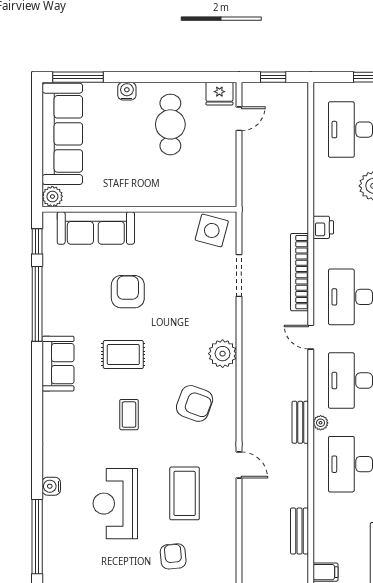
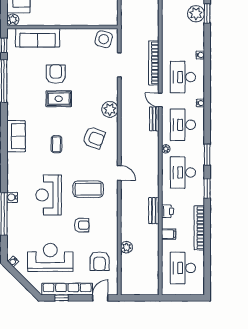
printer: (323, 227) -> (167, 211), moved
rug: (123, 355) -> (59, 99), moved
sofa: (58, 364) -> (16, 136), moved
bench: (300, 422) -> (154, 119), moved
water cooler: (51, 486) -> (12, 197), moved
coffee table: (185, 493) -> (88, 189), turned 90
armchair: (173, 556) -> (82, 225), turned 95

